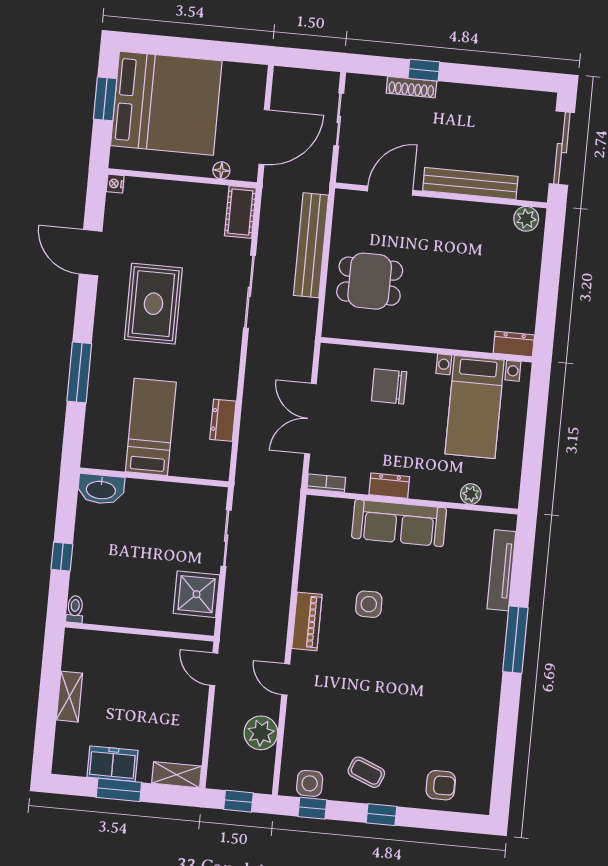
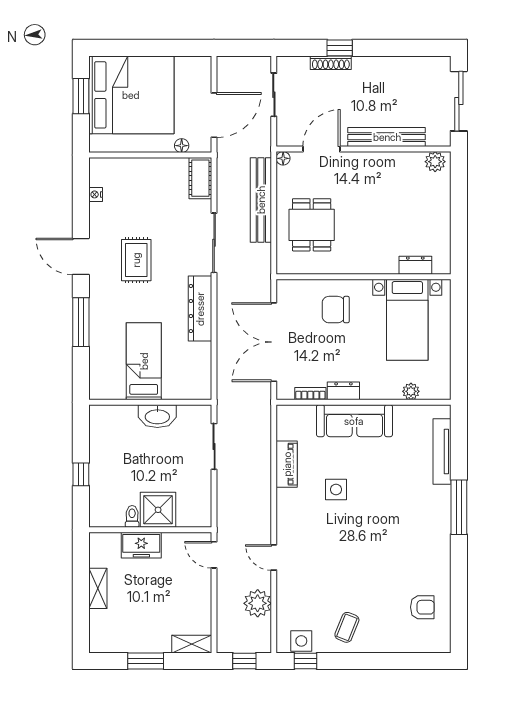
nightstand: (115, 184) -> (96, 194), moved
floor lamp: (343, 197) -> (283, 158), added
door: (91, 253) -> (81, 256), moved
dining table: (370, 281) -> (312, 225), turned 90
rug: (153, 304) -> (136, 260), width x0.73, depth x0.70
dresser: (514, 344) -> (415, 265), moved
double door: (310, 419) -> (274, 342), width x1.36
dresser: (223, 420) -> (200, 309), moved, width x1.96, depth x1.24
bookcase: (326, 483) -> (310, 394), moved
washbasin: (101, 489) -> (157, 416), moved
shower: (196, 594) -> (158, 510), moved
toilet: (75, 609) -> (132, 516), moved
piano: (307, 621) -> (287, 464), moved
freezer: (112, 764) -> (141, 545), moved, turned 180
coffee table: (366, 772) -> (347, 627), turned 90
armchair: (441, 785) -> (422, 607), moved
window: (381, 815) -> (363, 661), removed

